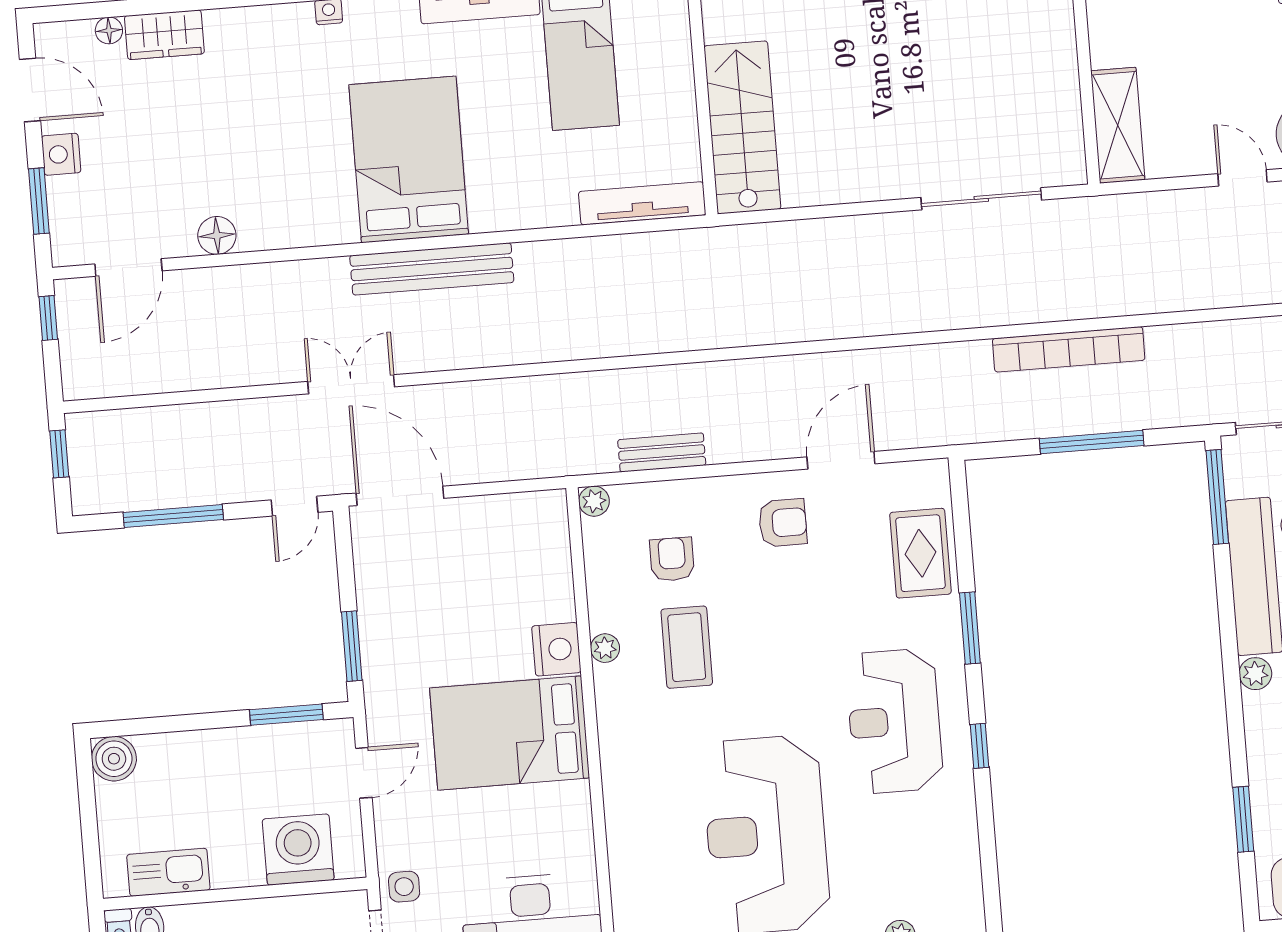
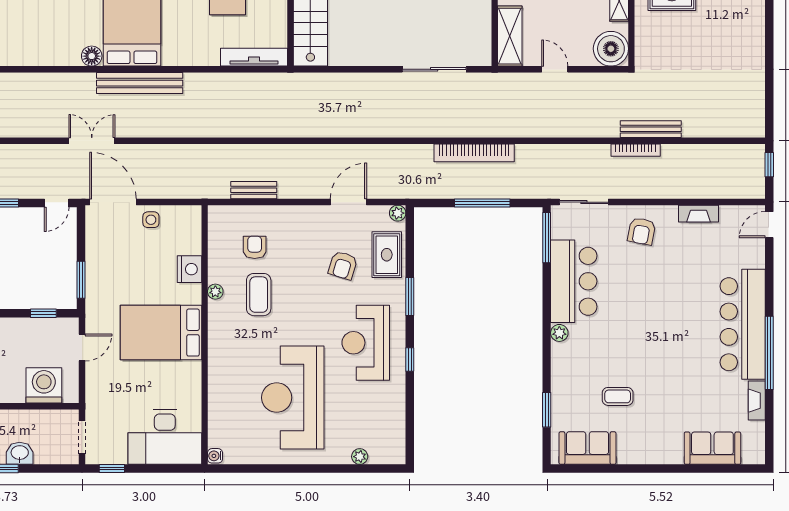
door: (1243, 178) -> (555, 69), moved
floor lamp: (217, 235) -> (92, 56), moved
plant: (594, 501) -> (398, 213), moved
armchair: (783, 523) -> (343, 265), moved, turned 107
nightstand: (556, 649) -> (189, 269), moved
window: (286, 715) -> (43, 313), width x0.67
side table: (404, 887) -> (151, 220), moved

